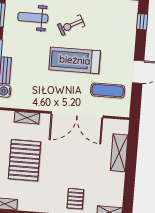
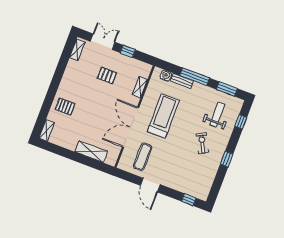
treadmill: (75, 60) -> (163, 116), moved
pallet: (24, 160) -> (107, 75), width x0.49, depth x0.50

